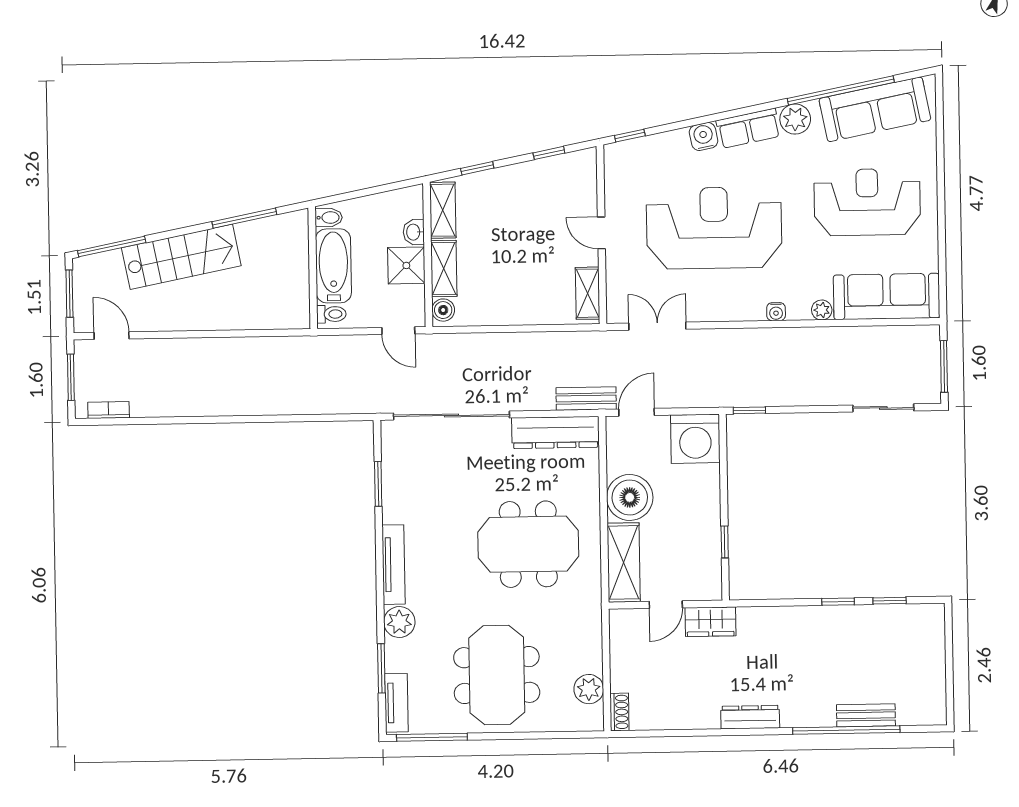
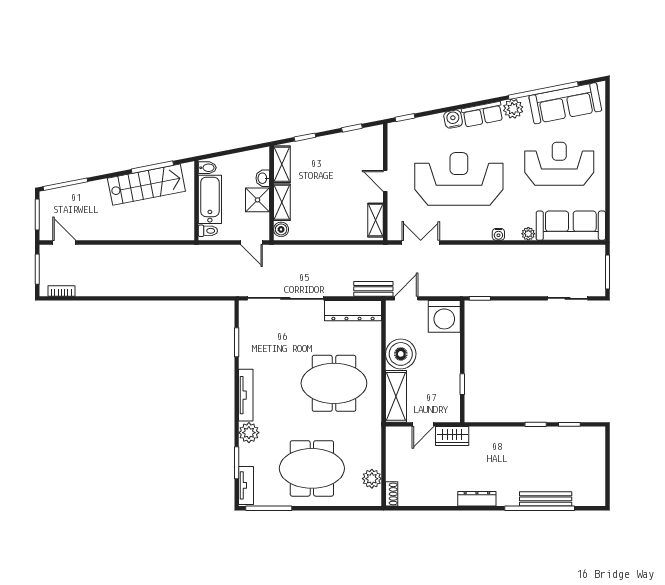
stairs: (181, 257) -> (146, 185), moved
meeting table: (497, 675) -> (312, 468), turned 90
bench: (866, 715) -> (546, 499), width x1.36

